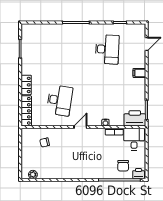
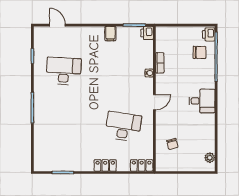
filing cabinet: (139, 73) -> (110, 34), moved
locker: (26, 111) -> (142, 165), width x0.66
printer: (135, 118) -> (147, 33), width x0.53, depth x0.68
door: (80, 127) -> (154, 102), swing flipped
desk: (134, 139) -> (202, 101), moved, turned 180

